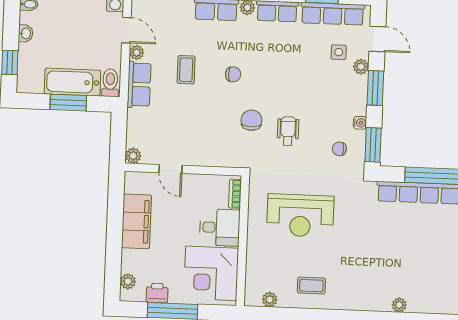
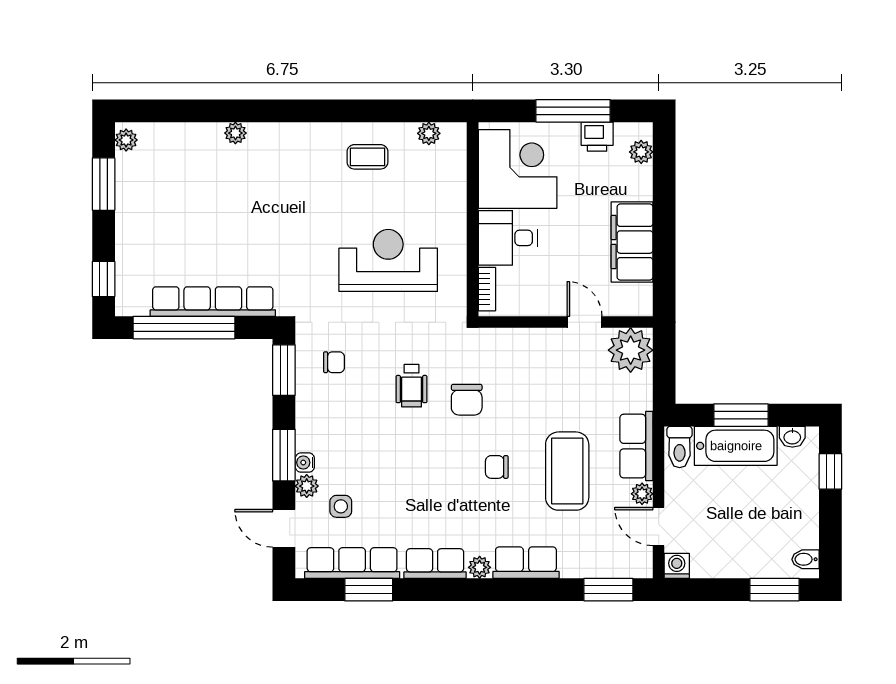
washbasin: (26, 33) -> (792, 437), moved, turned -90
coffee table: (186, 70) -> (567, 471), width x1.86, depth x1.72
water cooler: (360, 123) -> (305, 463), moved
plant: (133, 156) -> (631, 350), width x1.88, depth x1.88

